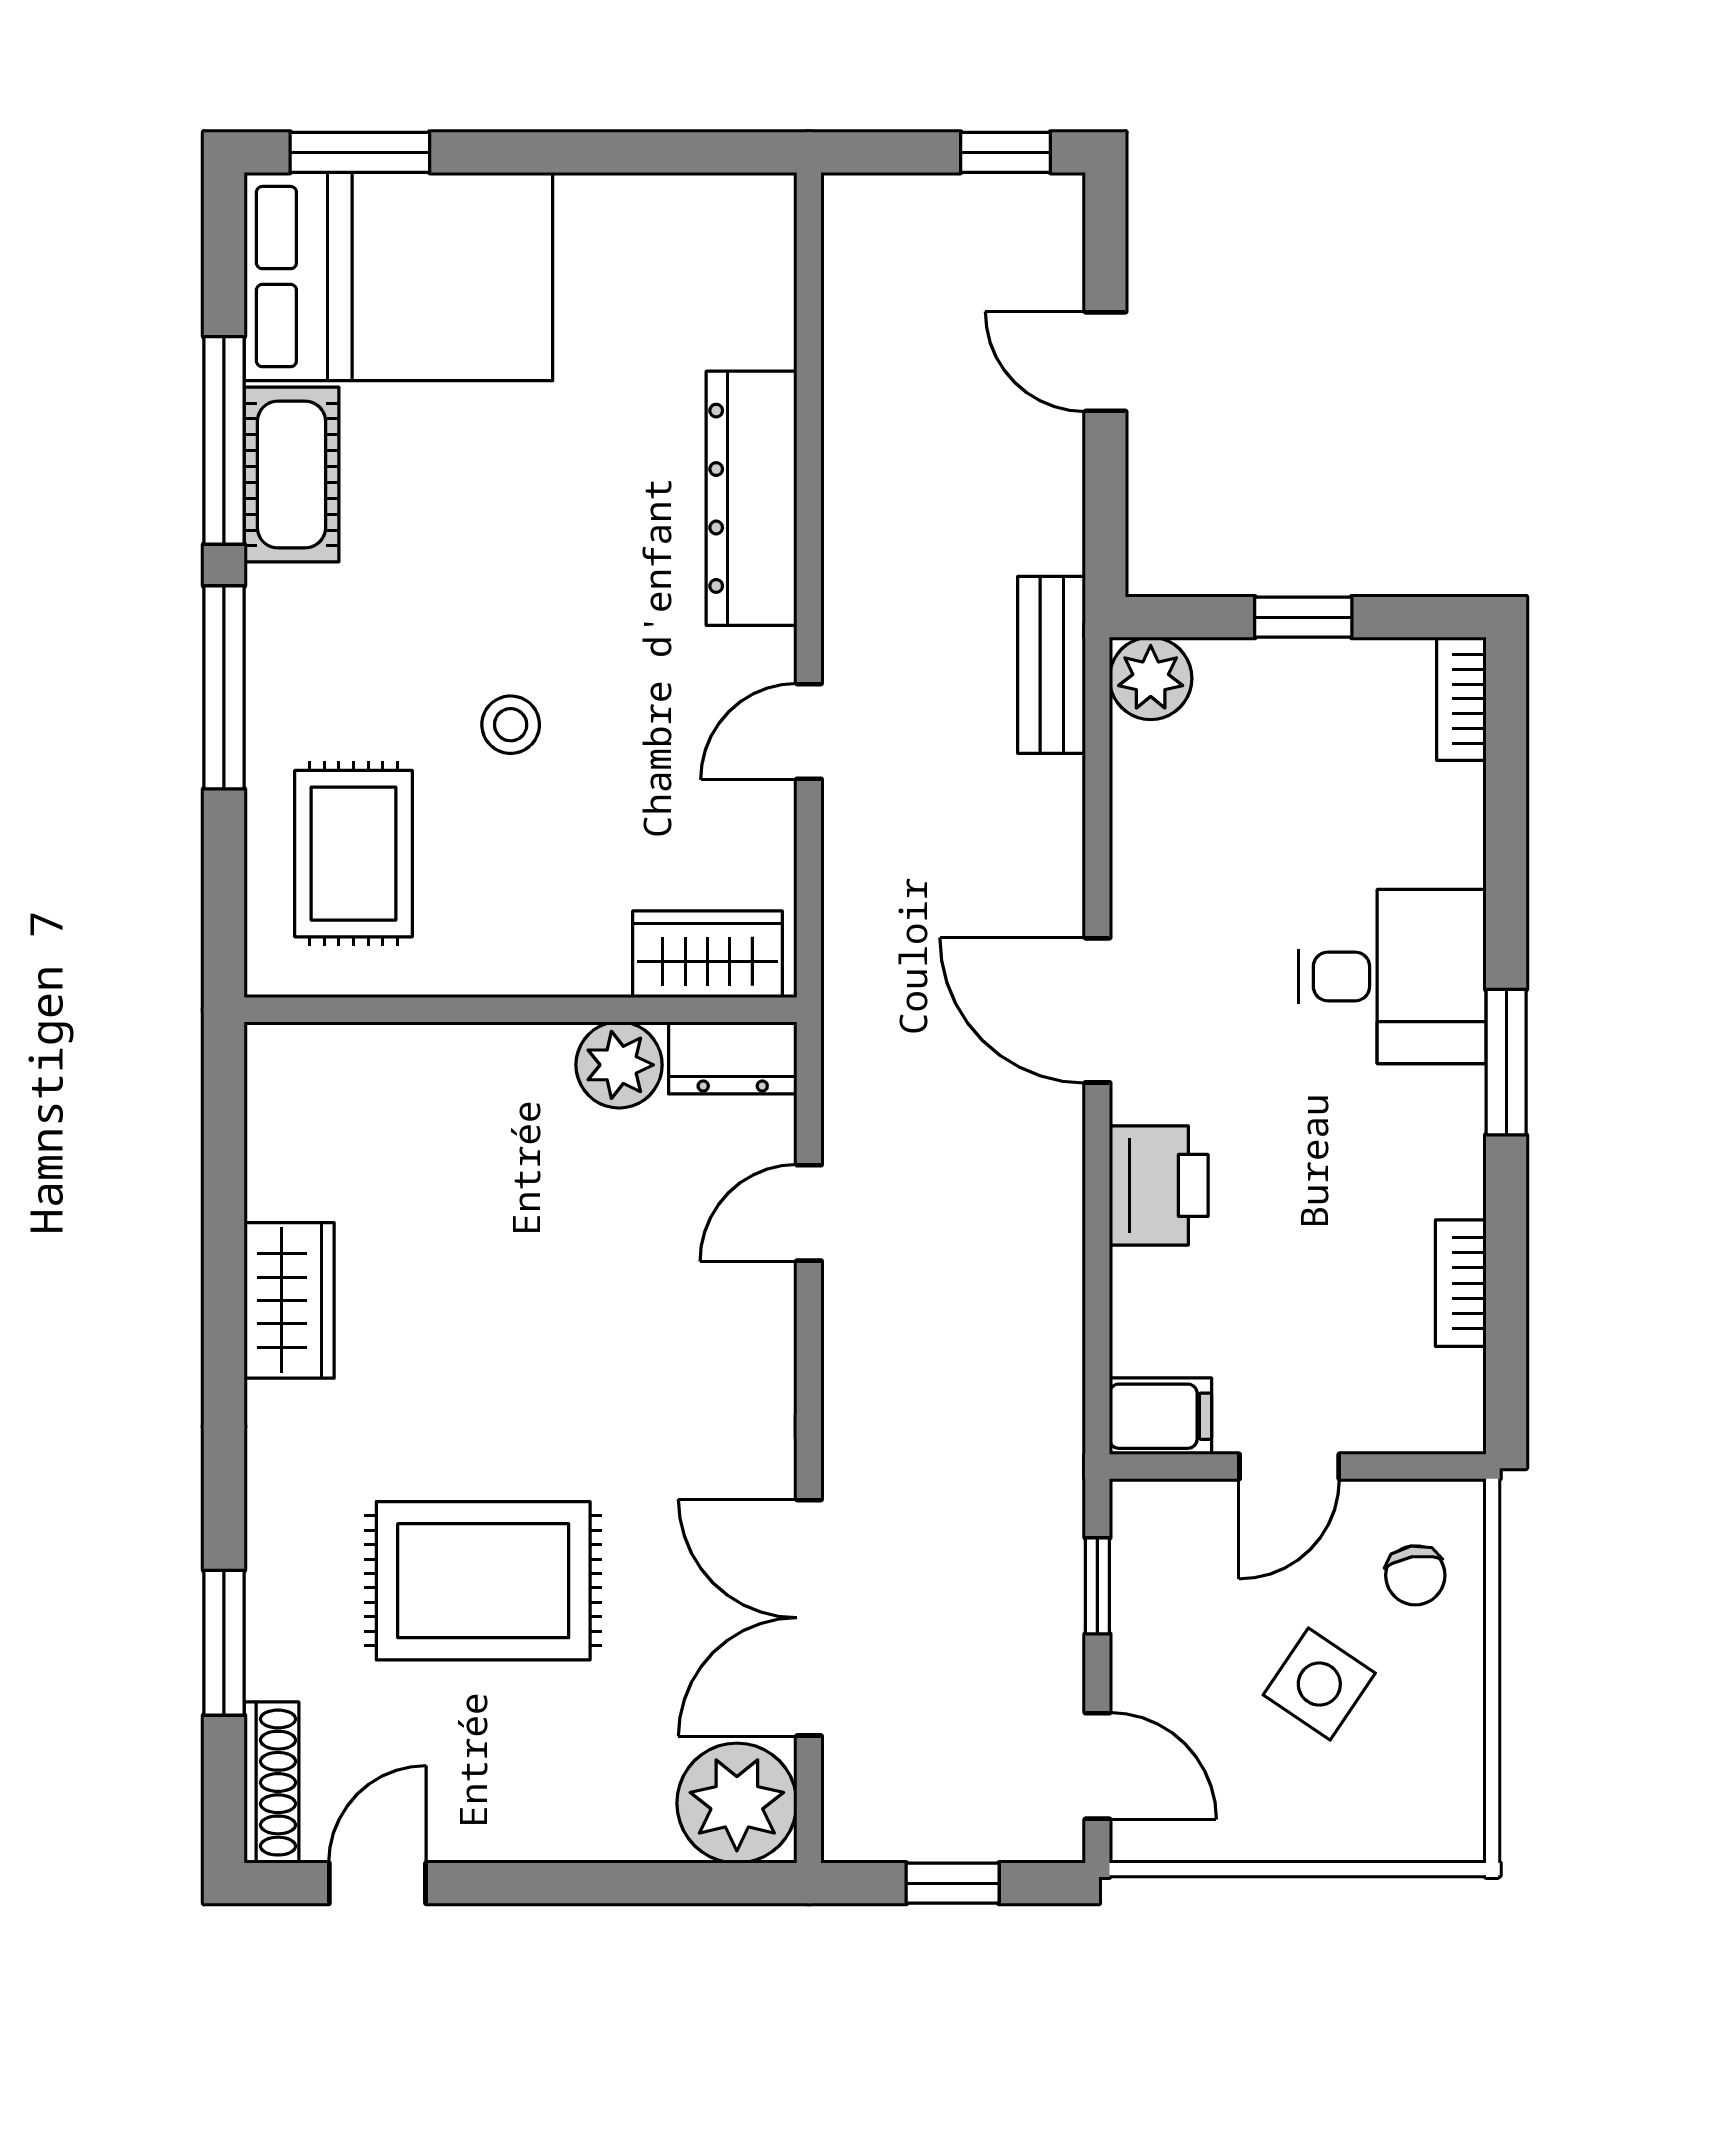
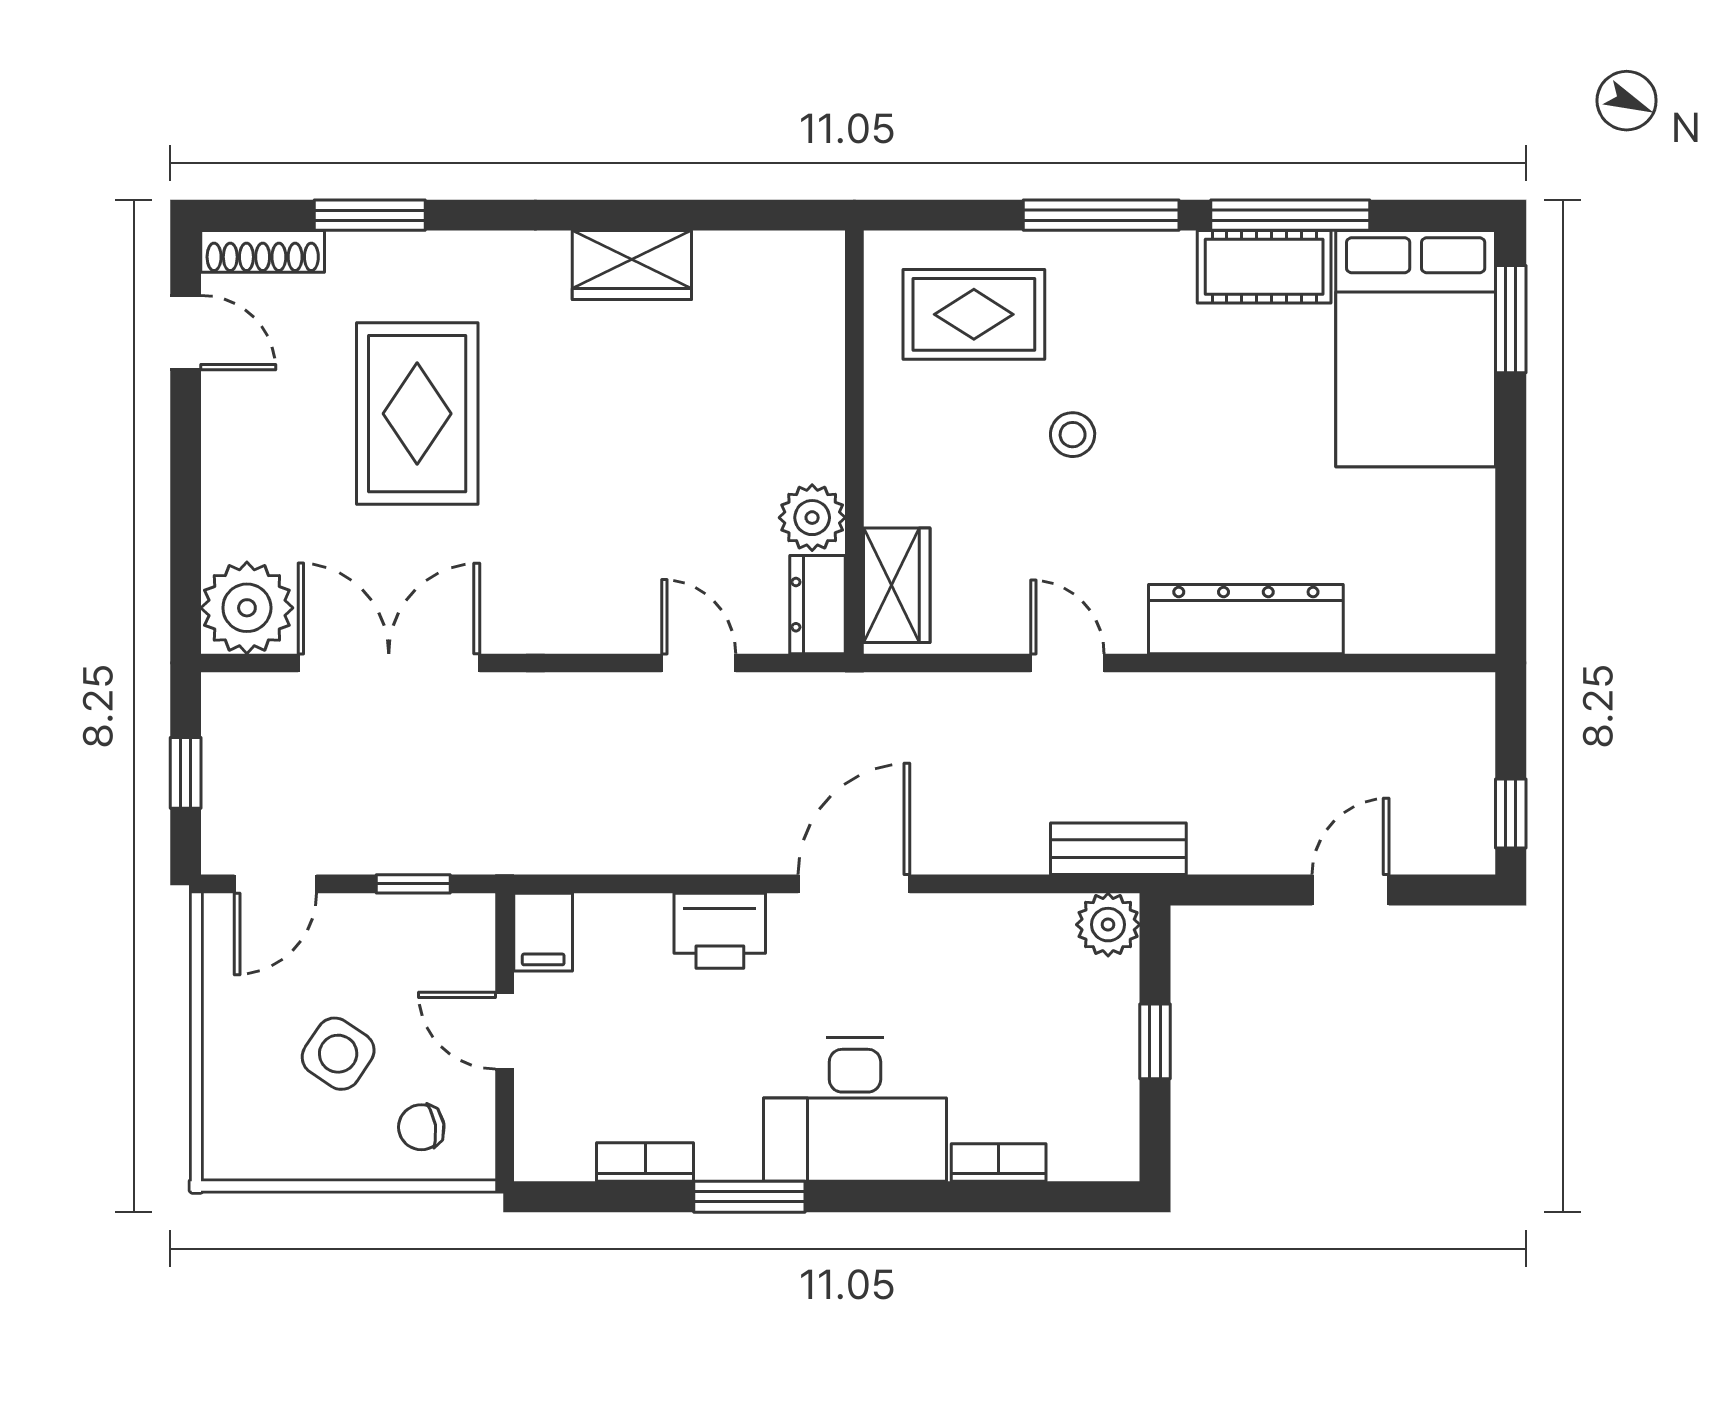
bookcase: (1461, 699) -> (999, 1162), moved
desk: (1392, 976) -> (855, 1109), width x1.37
window: (1506, 1062) -> (749, 1197), moved

